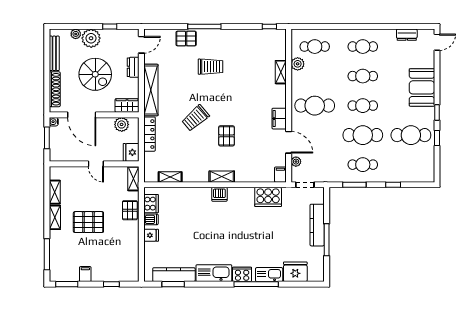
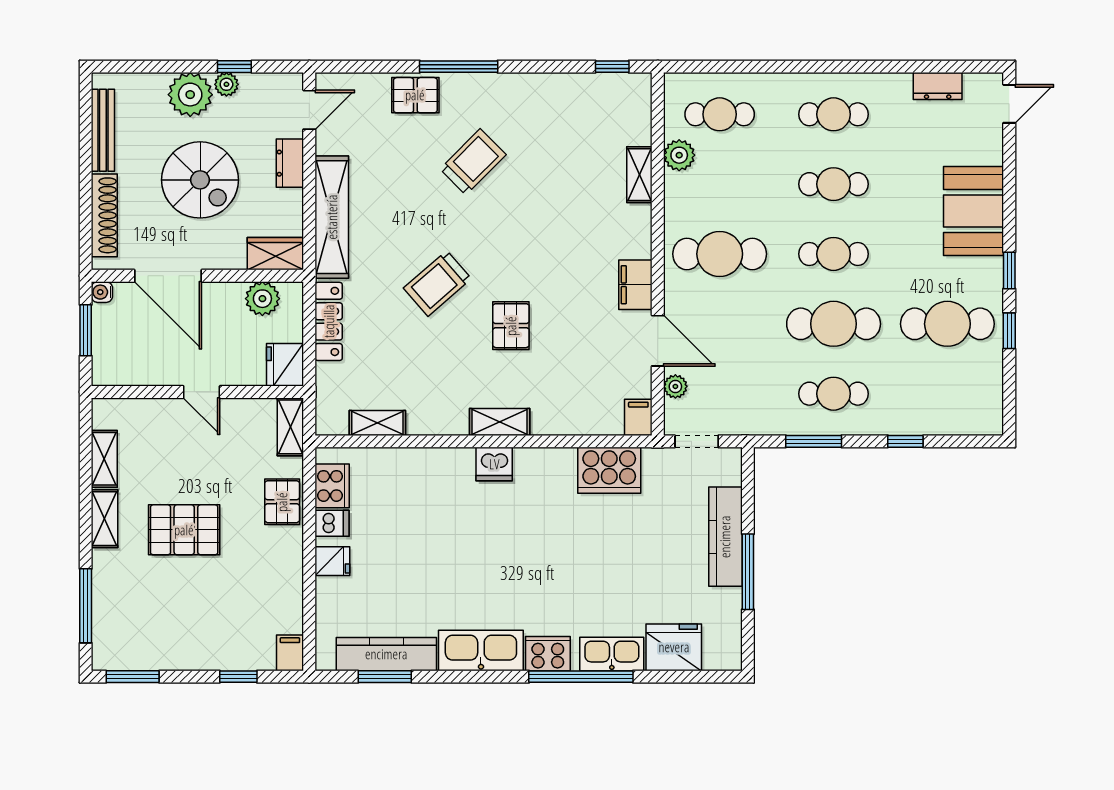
plant: (76, 34) -> (226, 84), moved
trolley: (210, 67) -> (473, 162), turned -45
filing cabinet: (85, 274) -> (290, 653), moved

